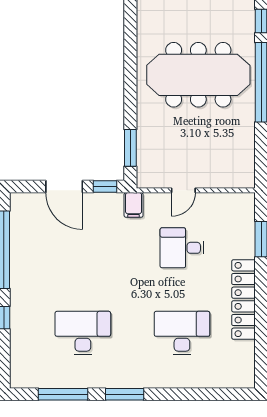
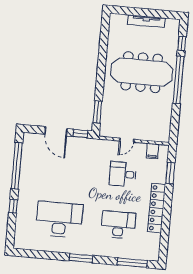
filing cabinet: (134, 205) -> (152, 151), moved
desk: (83, 333) -> (59, 219), width x1.36, depth x1.30
window: (63, 394) -> (132, 263), moved

